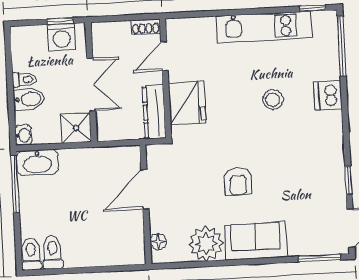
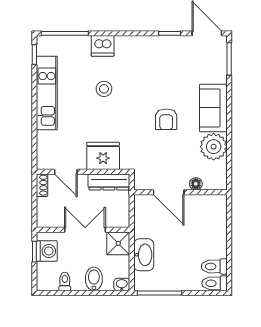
toilet: (24, 80) -> (65, 282), moved
washbasin: (37, 163) -> (144, 255), moved
armchair: (238, 181) -> (166, 119), turned 90
floor lamp: (158, 242) -> (196, 184), moved

